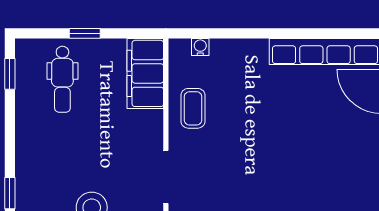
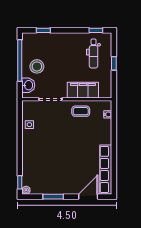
filing cabinet: (145, 73) -> (83, 90), moved
dental chair: (62, 79) -> (94, 54), turned -90

